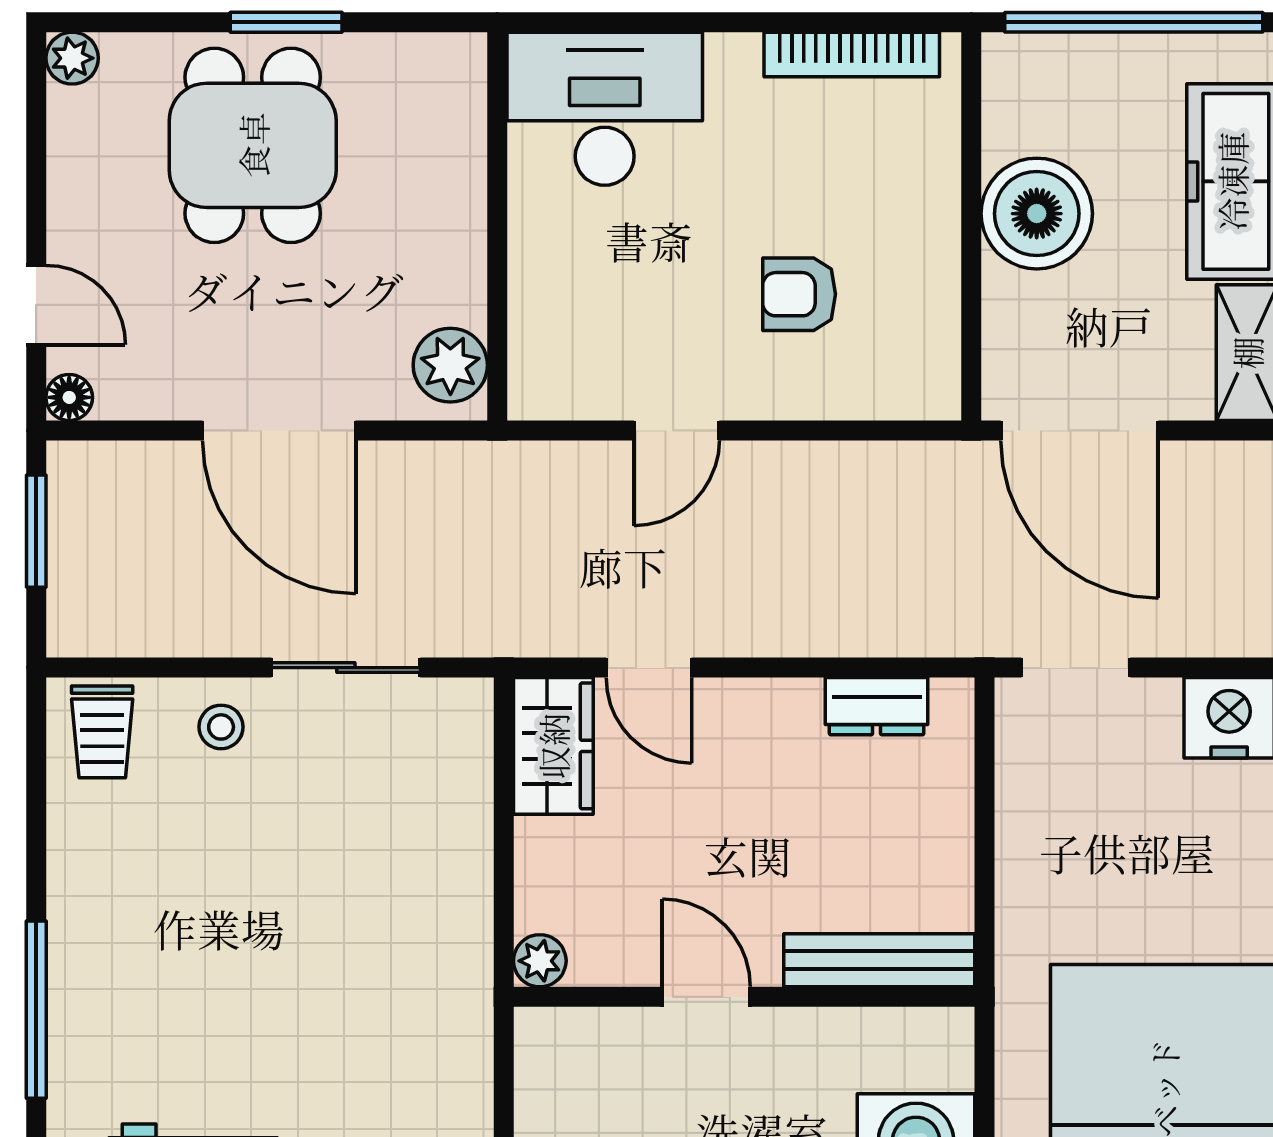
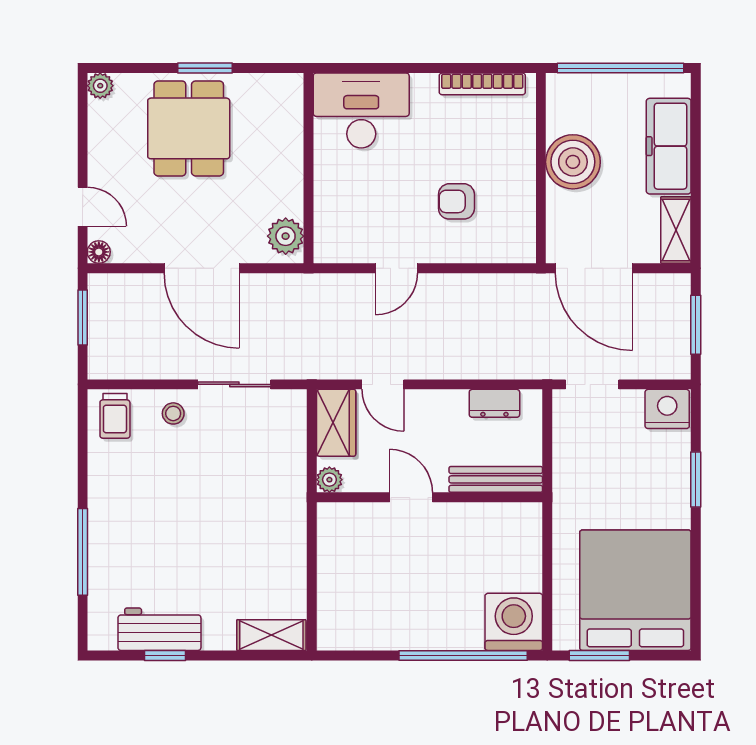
bench: (879, 960) -> (496, 479), moved
plant: (540, 961) -> (329, 480), moved
door: (706, 997) -> (411, 497), moved
wall: (744, 997) -> (430, 497), moved

